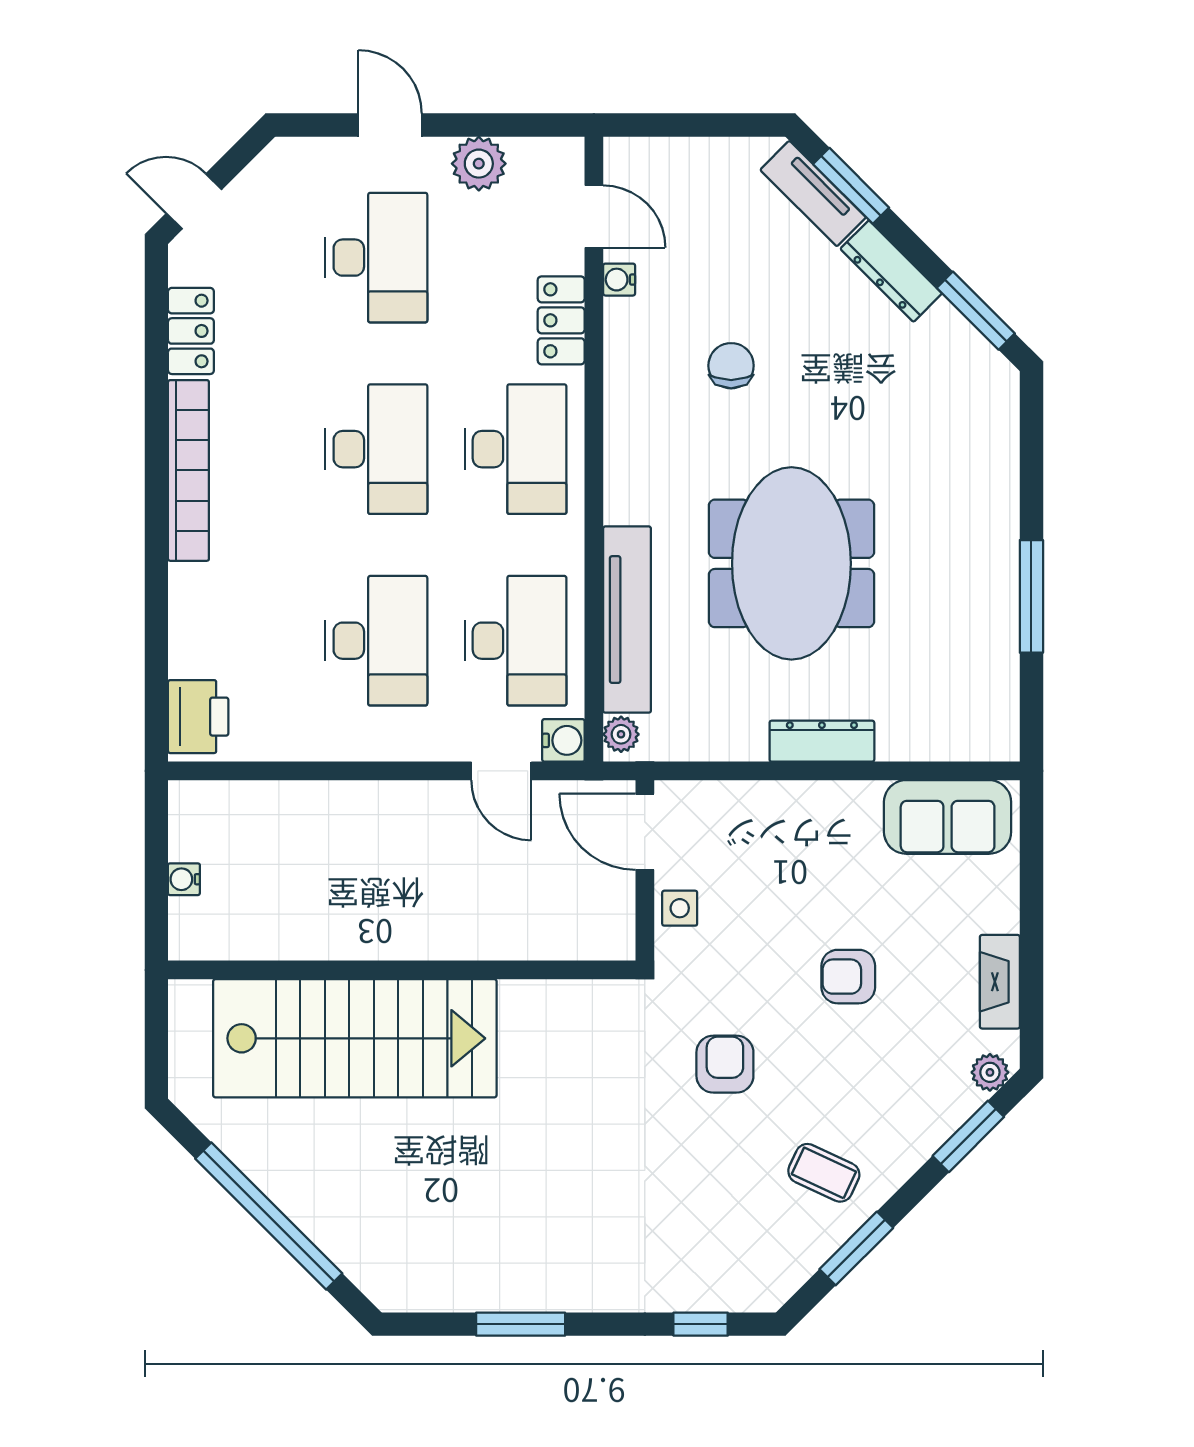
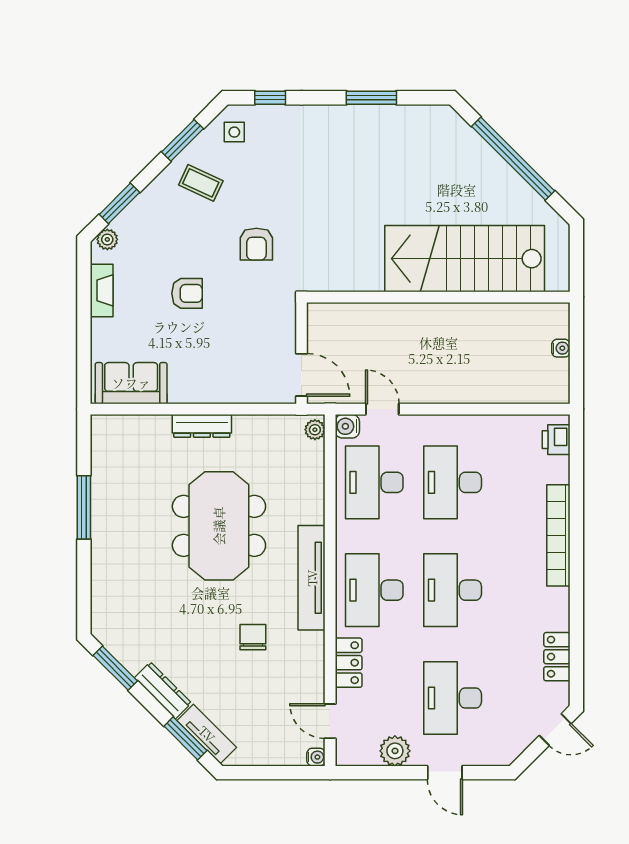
water cooler: (619, 280) -> (316, 757), moved
chair: (731, 366) -> (253, 637), turned 180
bookcase: (188, 470) -> (558, 535), moved
tv unit: (627, 620) -> (312, 578), moved
printer: (198, 717) -> (556, 440), width x0.73, depth x0.81
side table: (680, 908) -> (234, 132), moved

